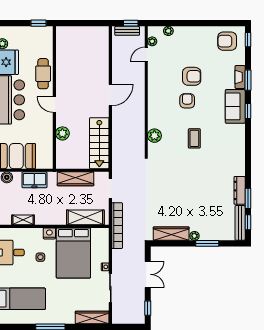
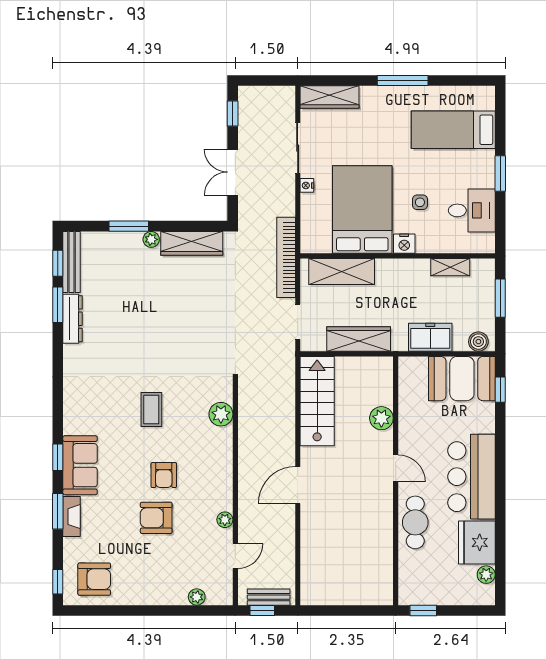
plant: (152, 41) -> (225, 520), moved

